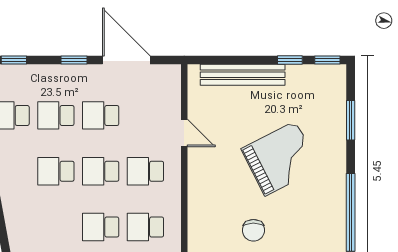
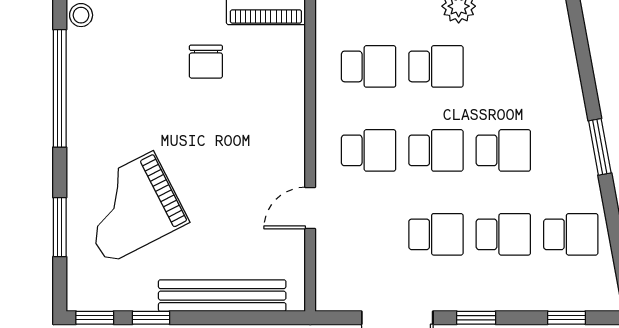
door: (184, 133) -> (310, 208), hinge flipped
grand piano: (280, 159) -> (130, 208), moved
chair: (253, 230) -> (206, 62), turned 180

